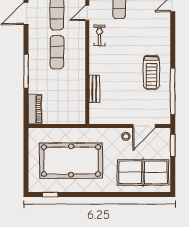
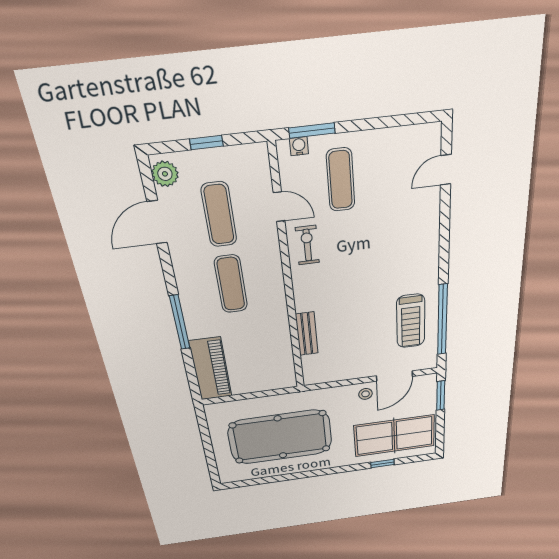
door: (87, 13) -> (279, 207), swing flipped
treadmill: (151, 72) -> (411, 321), moved
piano: (35, 109) -> (211, 369), width x1.37, depth x1.33
window: (50, 195) -> (382, 464), moved

